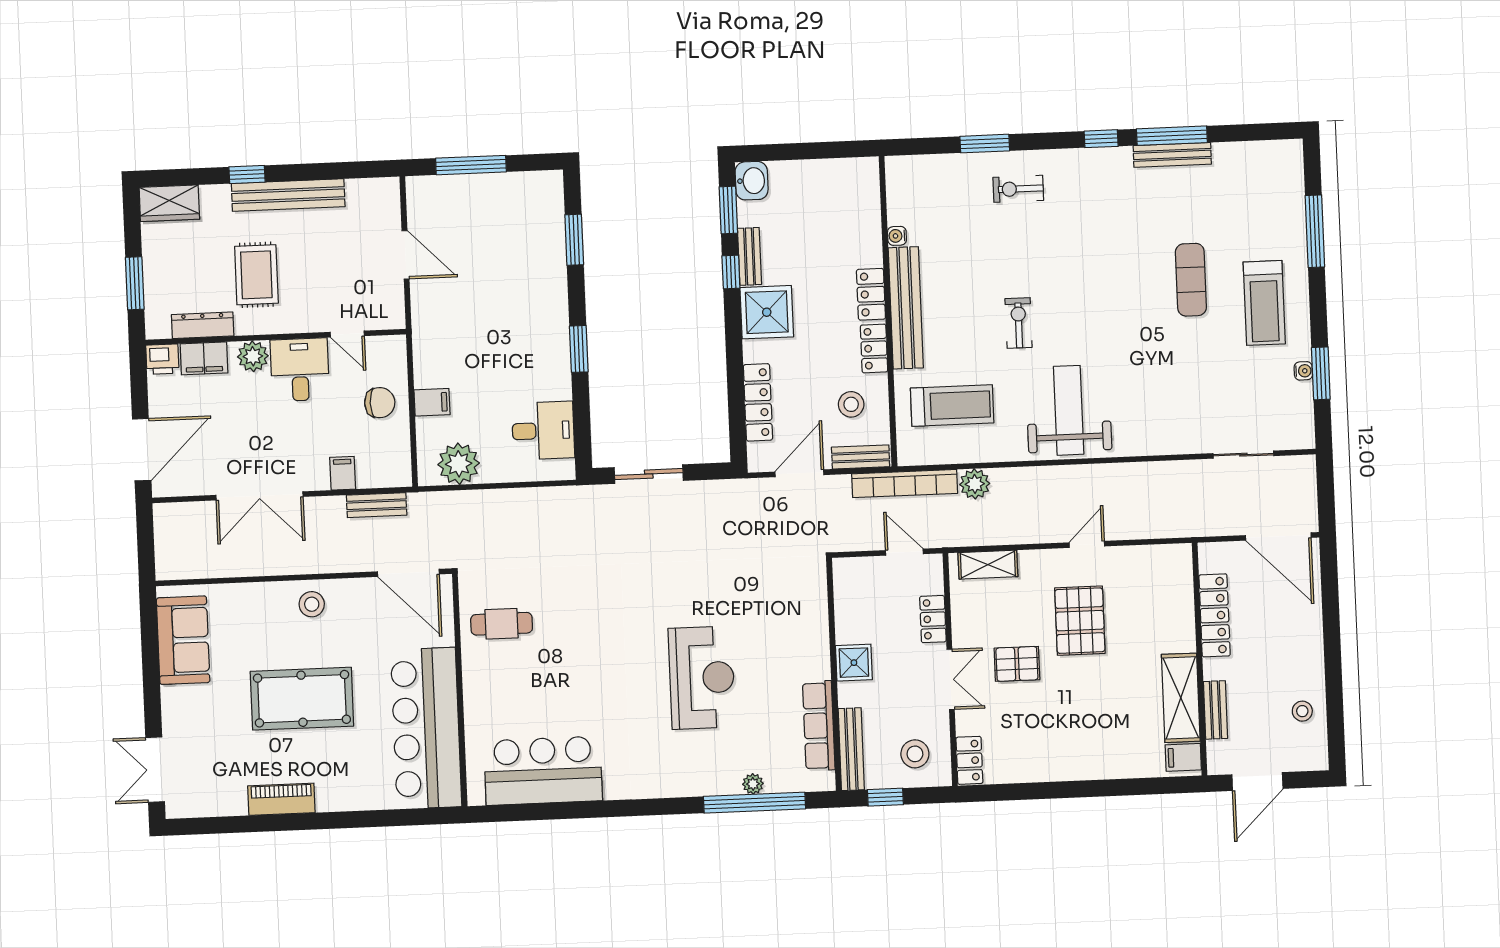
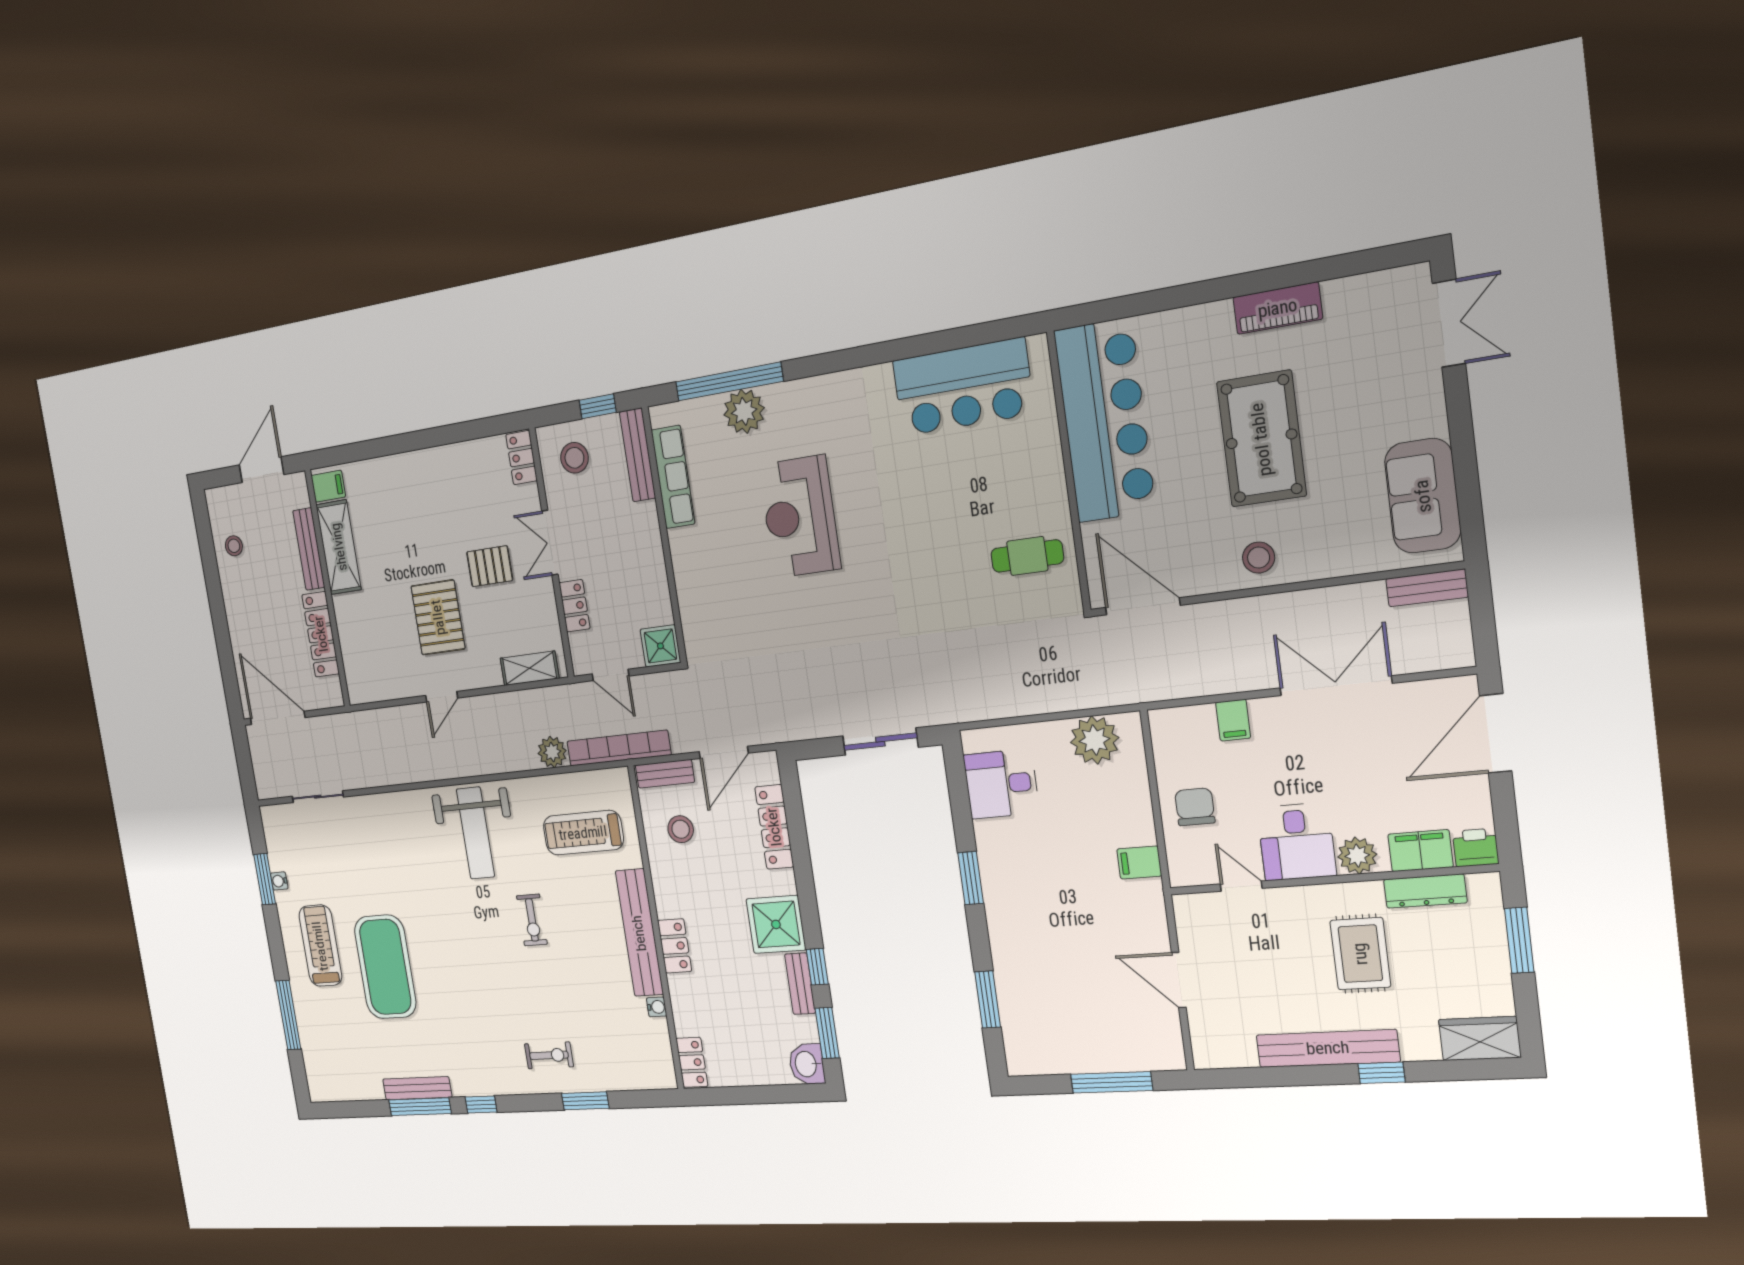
exercise mat: (1191, 280) -> (385, 967), width x2.00, depth x1.45
locker: (874, 348) -> (692, 1062), moved
filing cabinet: (432, 402) -> (1139, 862), moved
chair: (380, 403) -> (1195, 807), turned 90
bench: (377, 505) -> (1427, 588), moved
shower: (854, 663) -> (660, 646), moved
pool table: (302, 699) -> (1261, 439), turned 90
bench: (1215, 710) -> (309, 549), width x1.36
plant: (753, 784) -> (744, 411), width x1.88, depth x1.88

